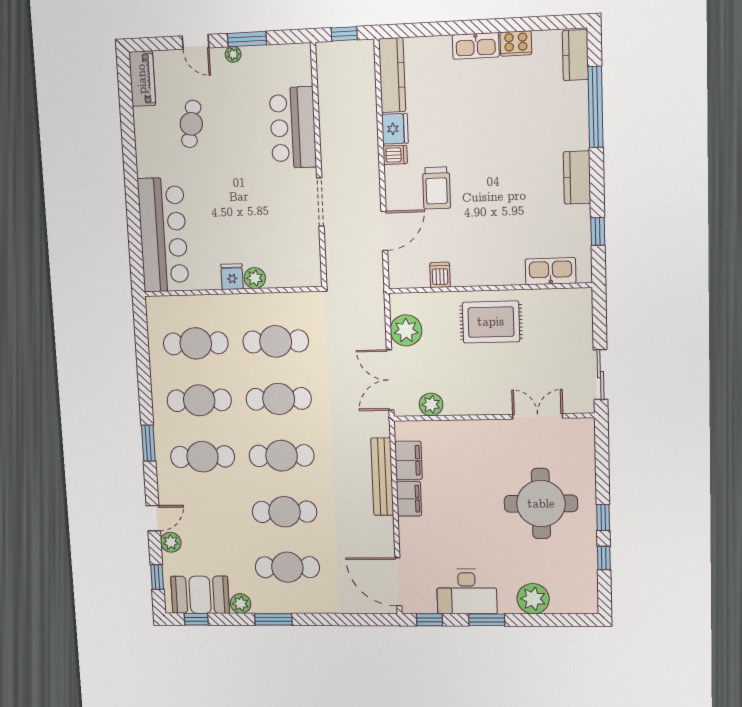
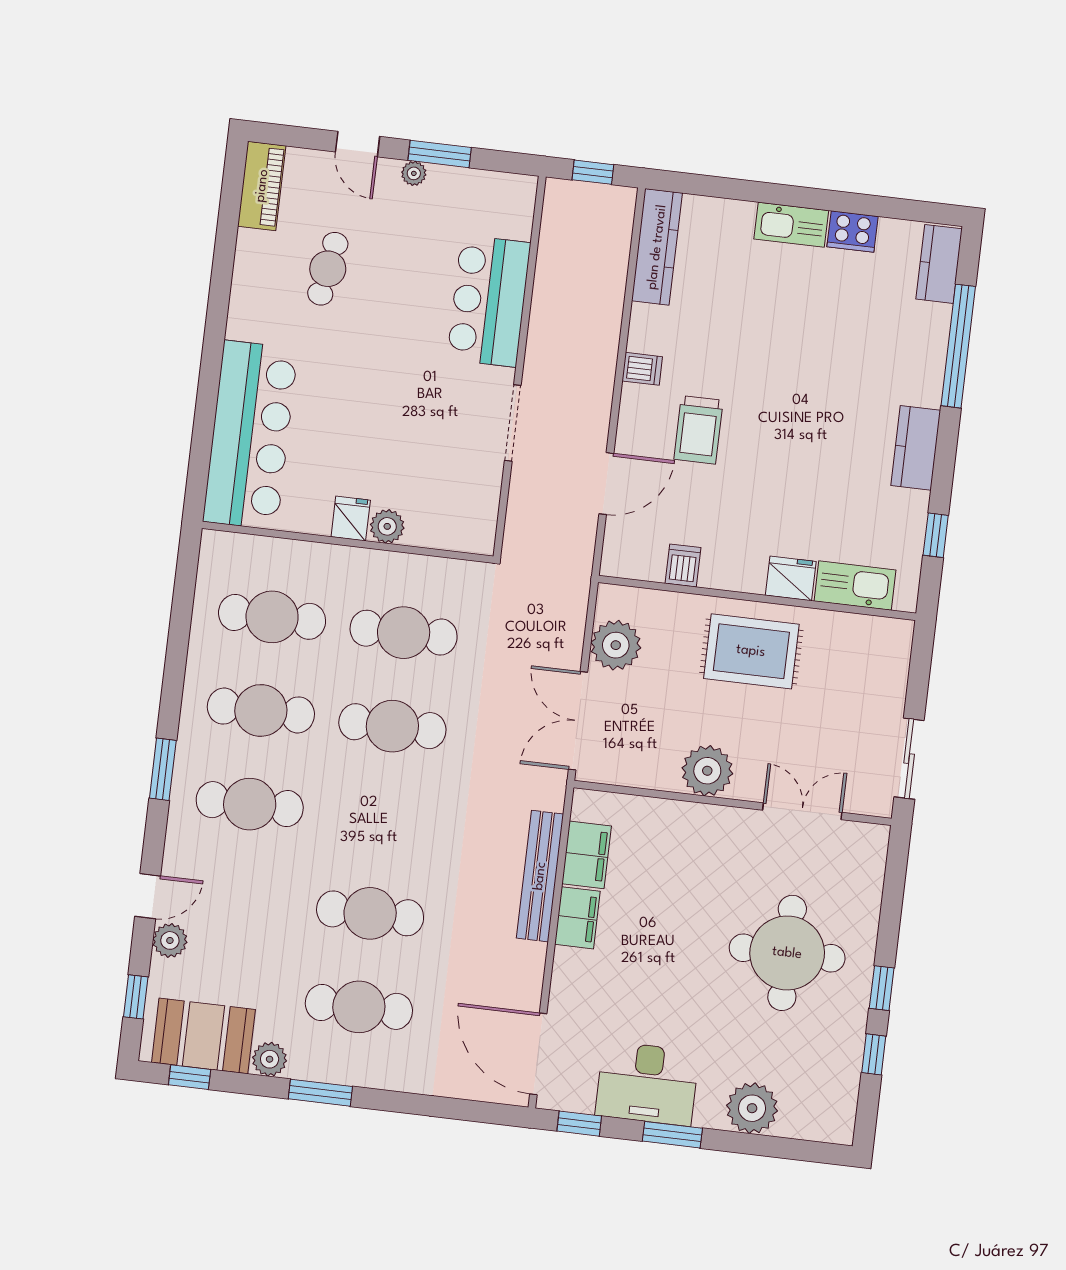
fridge: (395, 129) -> (791, 578), moved, turned -90
plant: (431, 404) -> (707, 771), moved, width x1.36, depth x1.36
cafe table: (282, 456) -> (381, 820), removed

